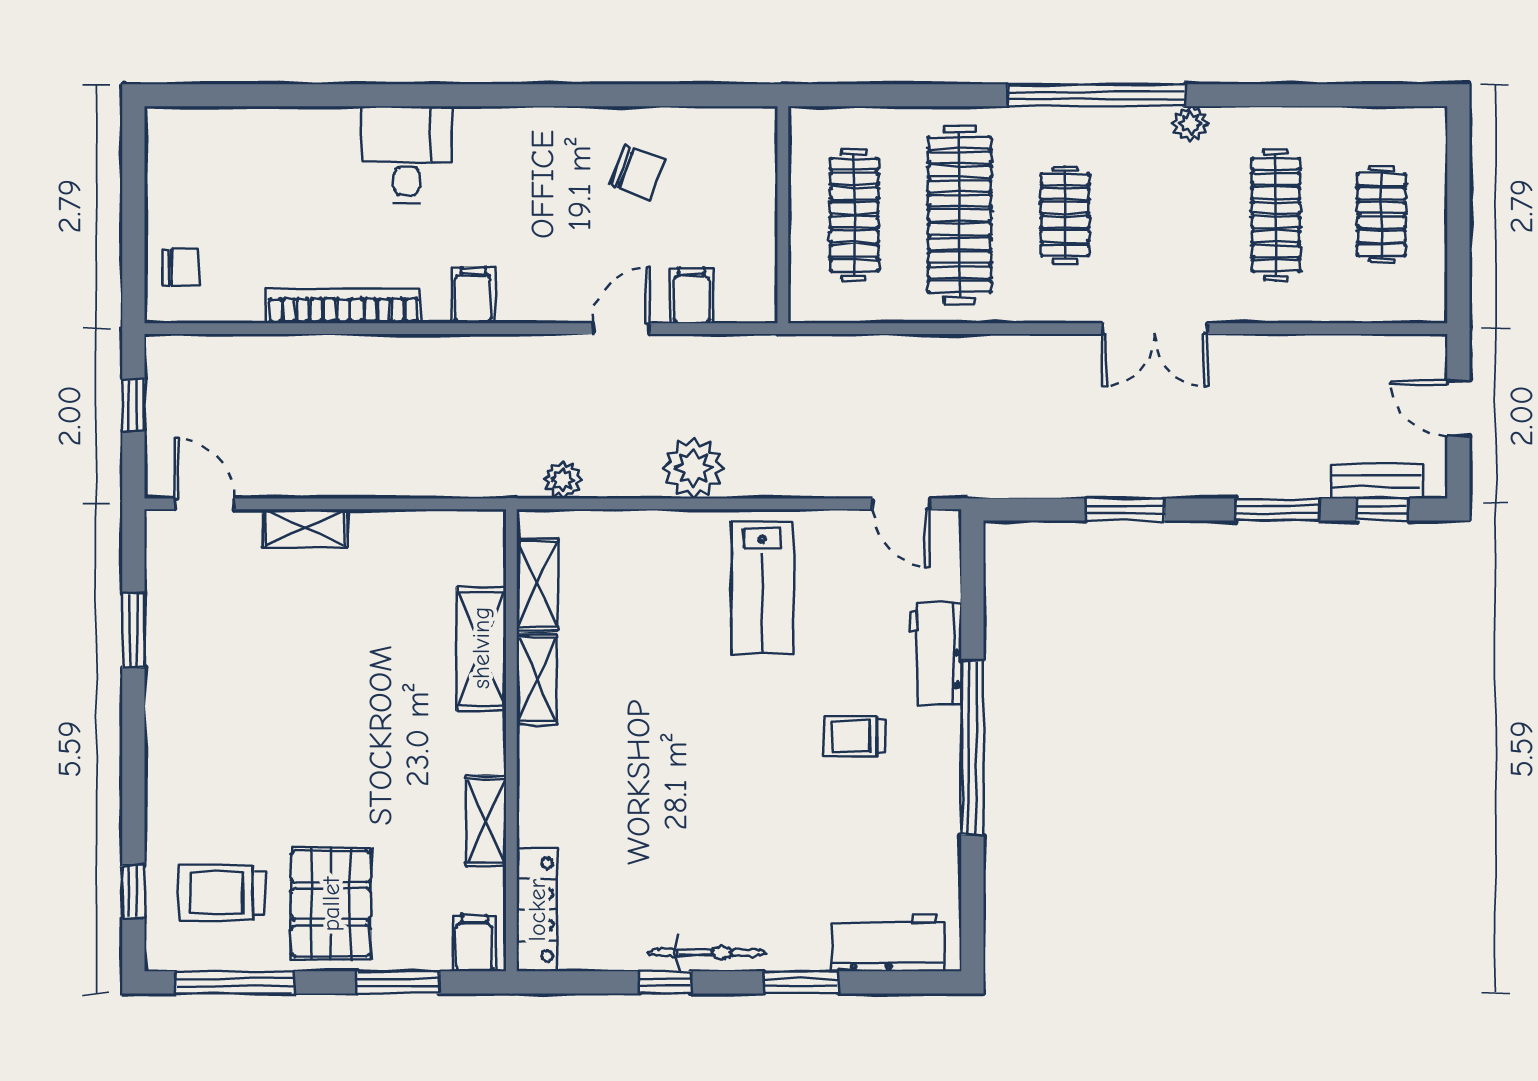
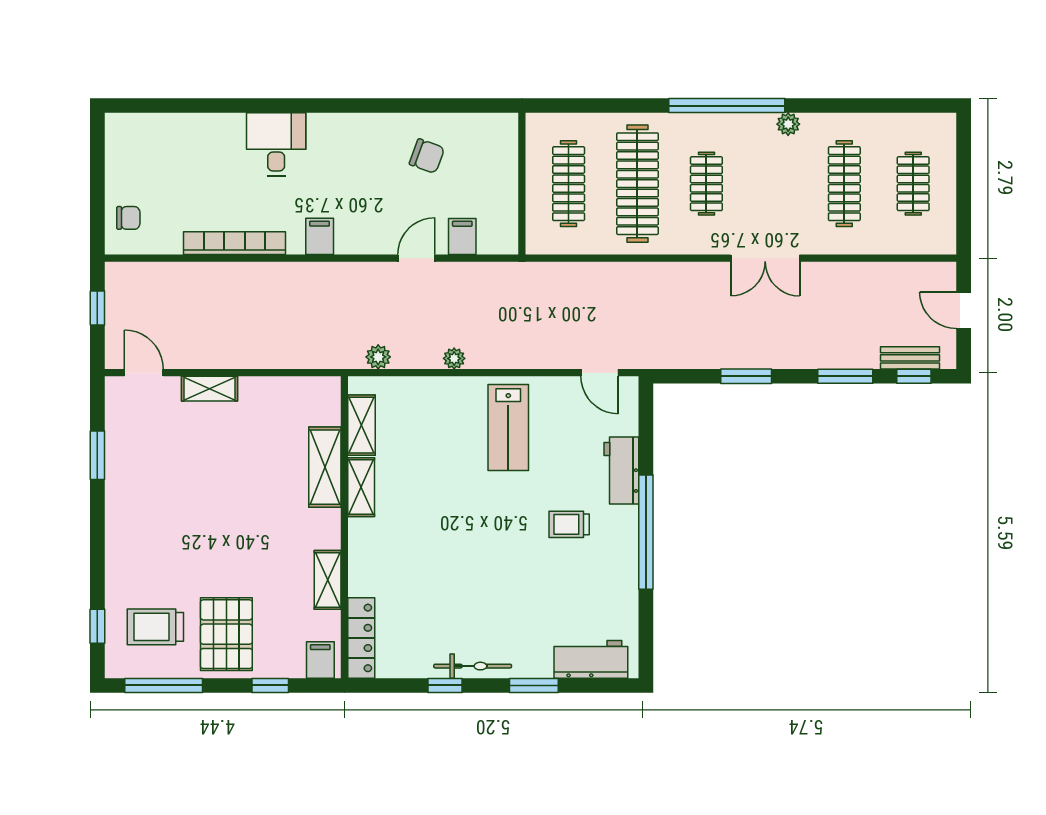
plant: (693, 468) -> (454, 358), width x0.53, depth x0.53
window: (398, 982) -> (270, 685), width x0.67

